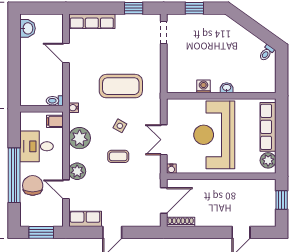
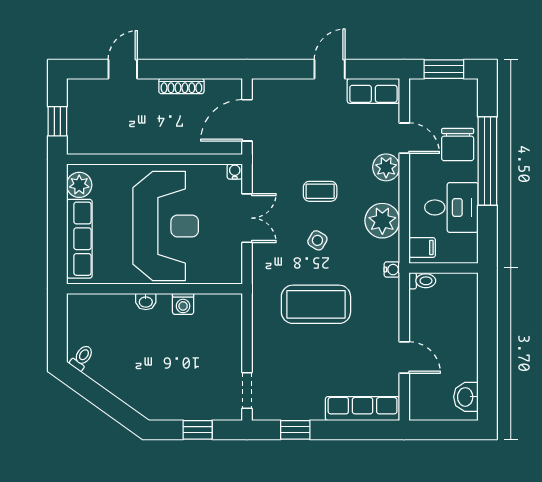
shoe rack: (181, 222) -> (181, 86), moved

